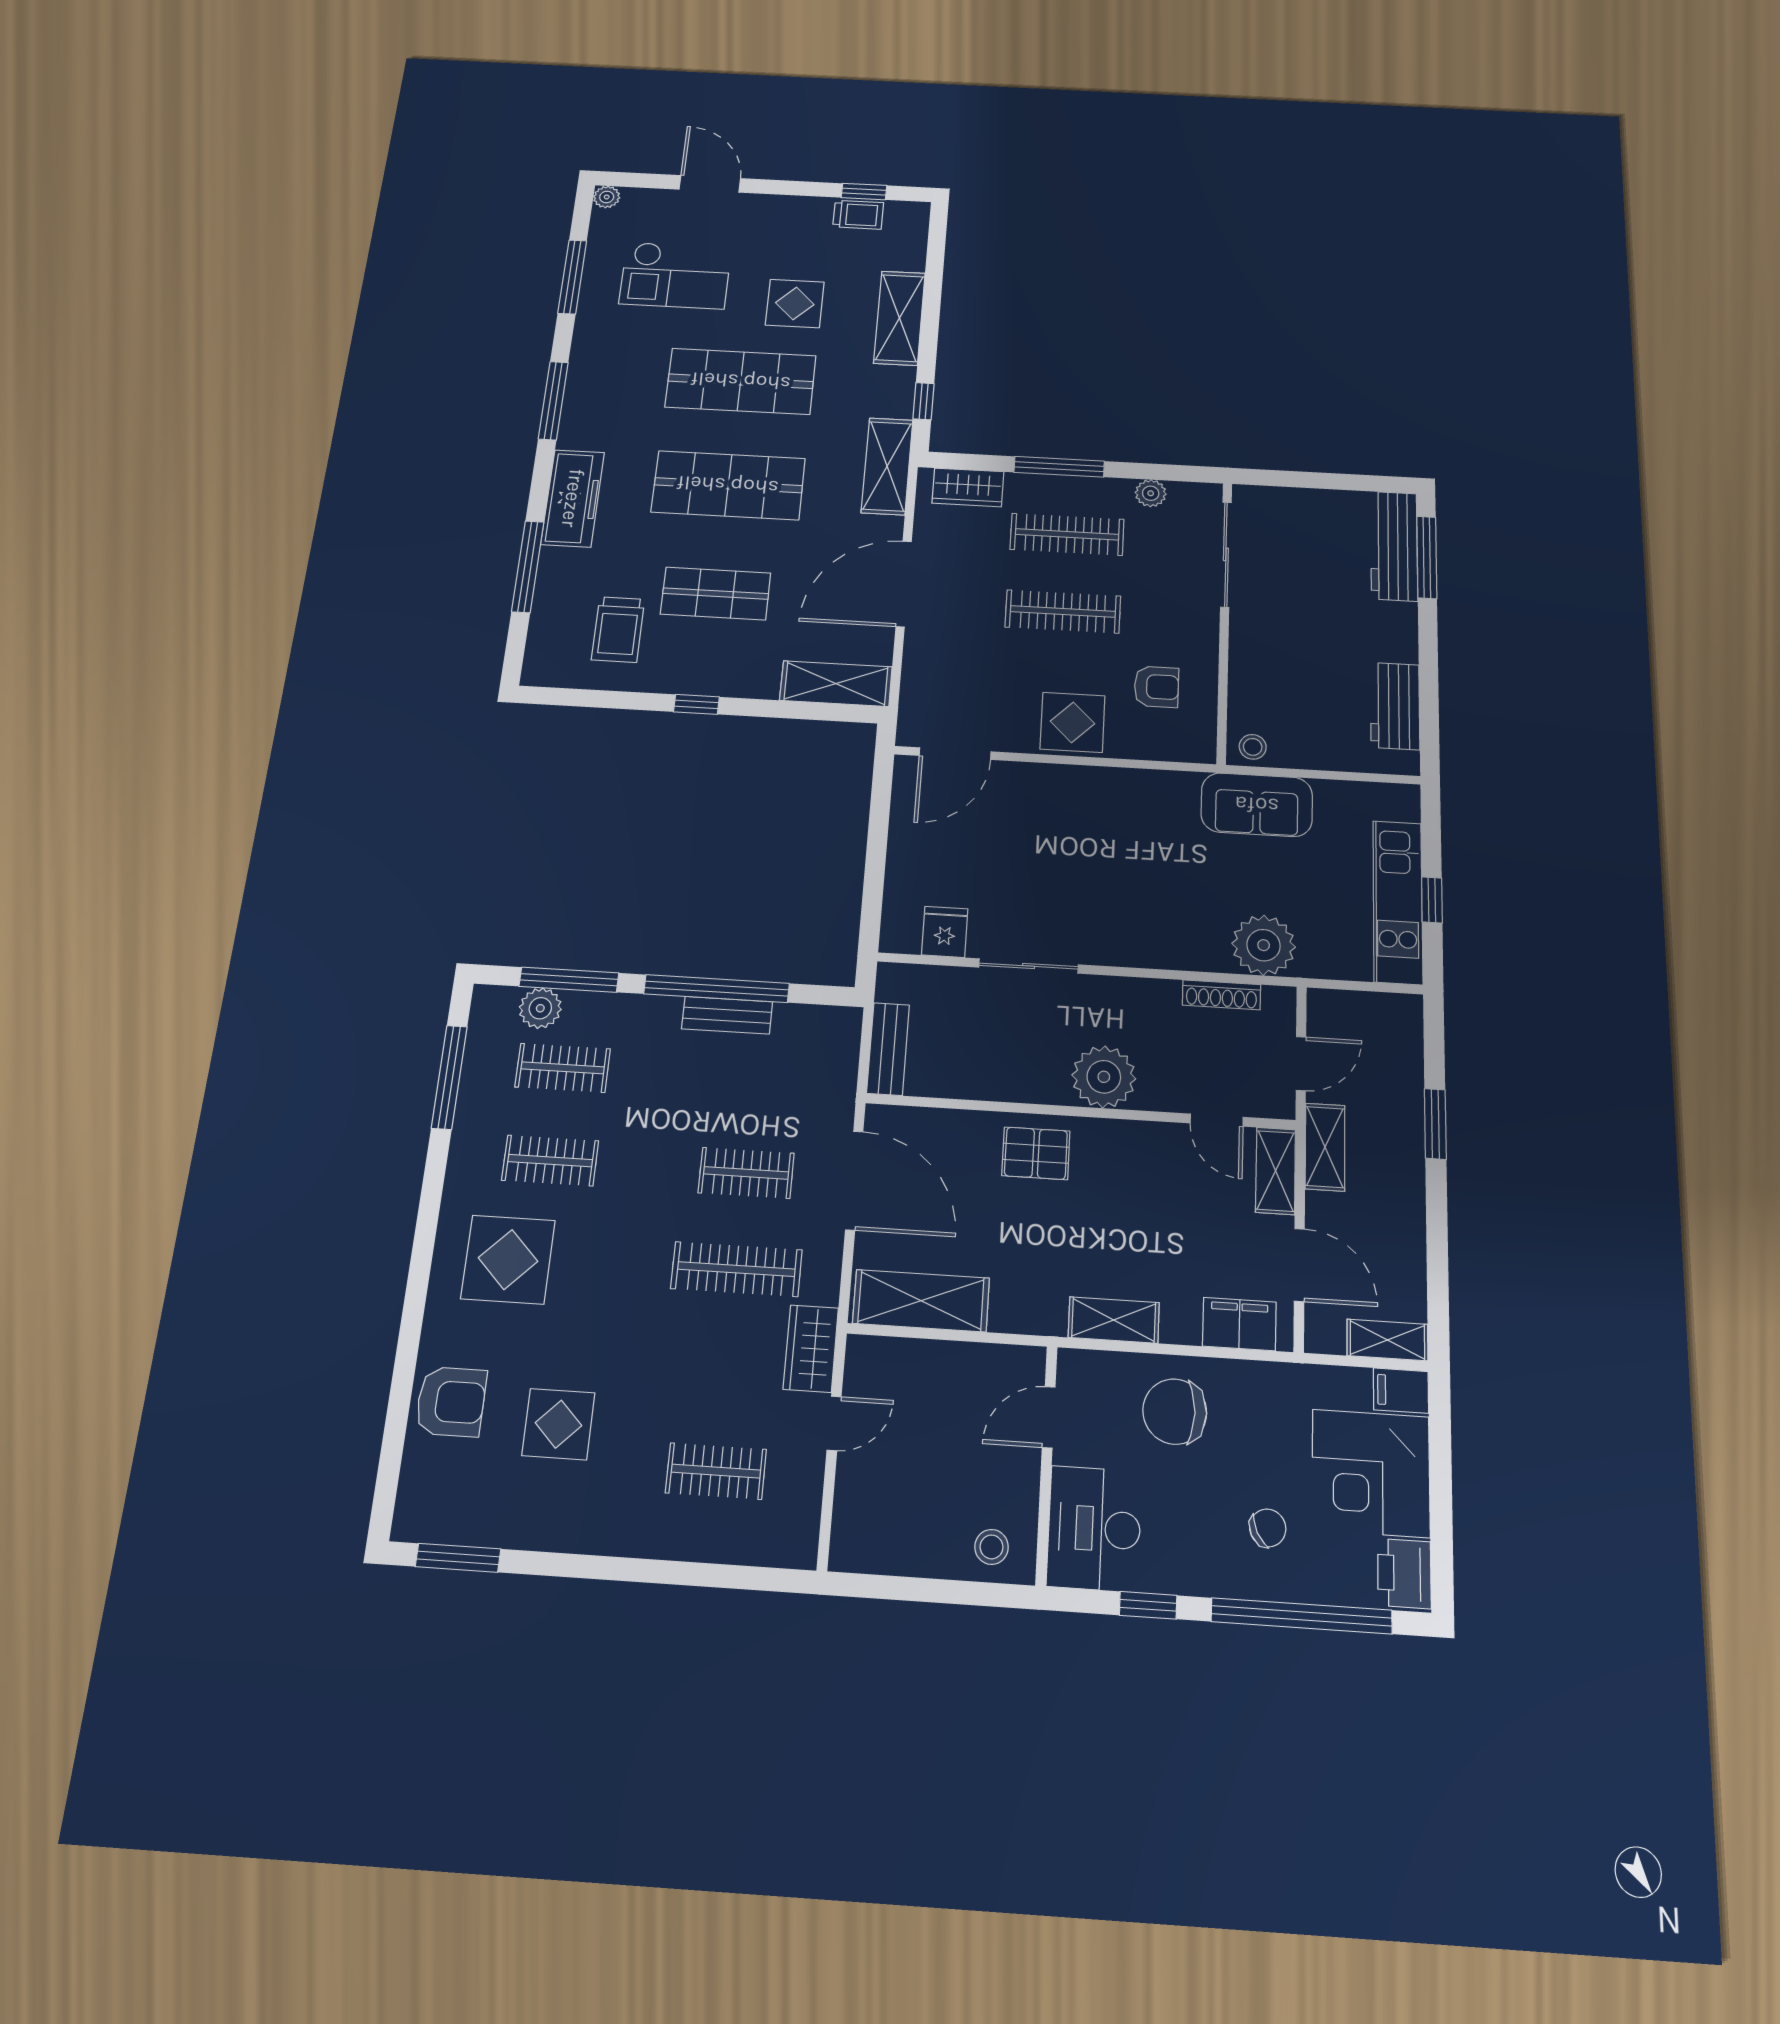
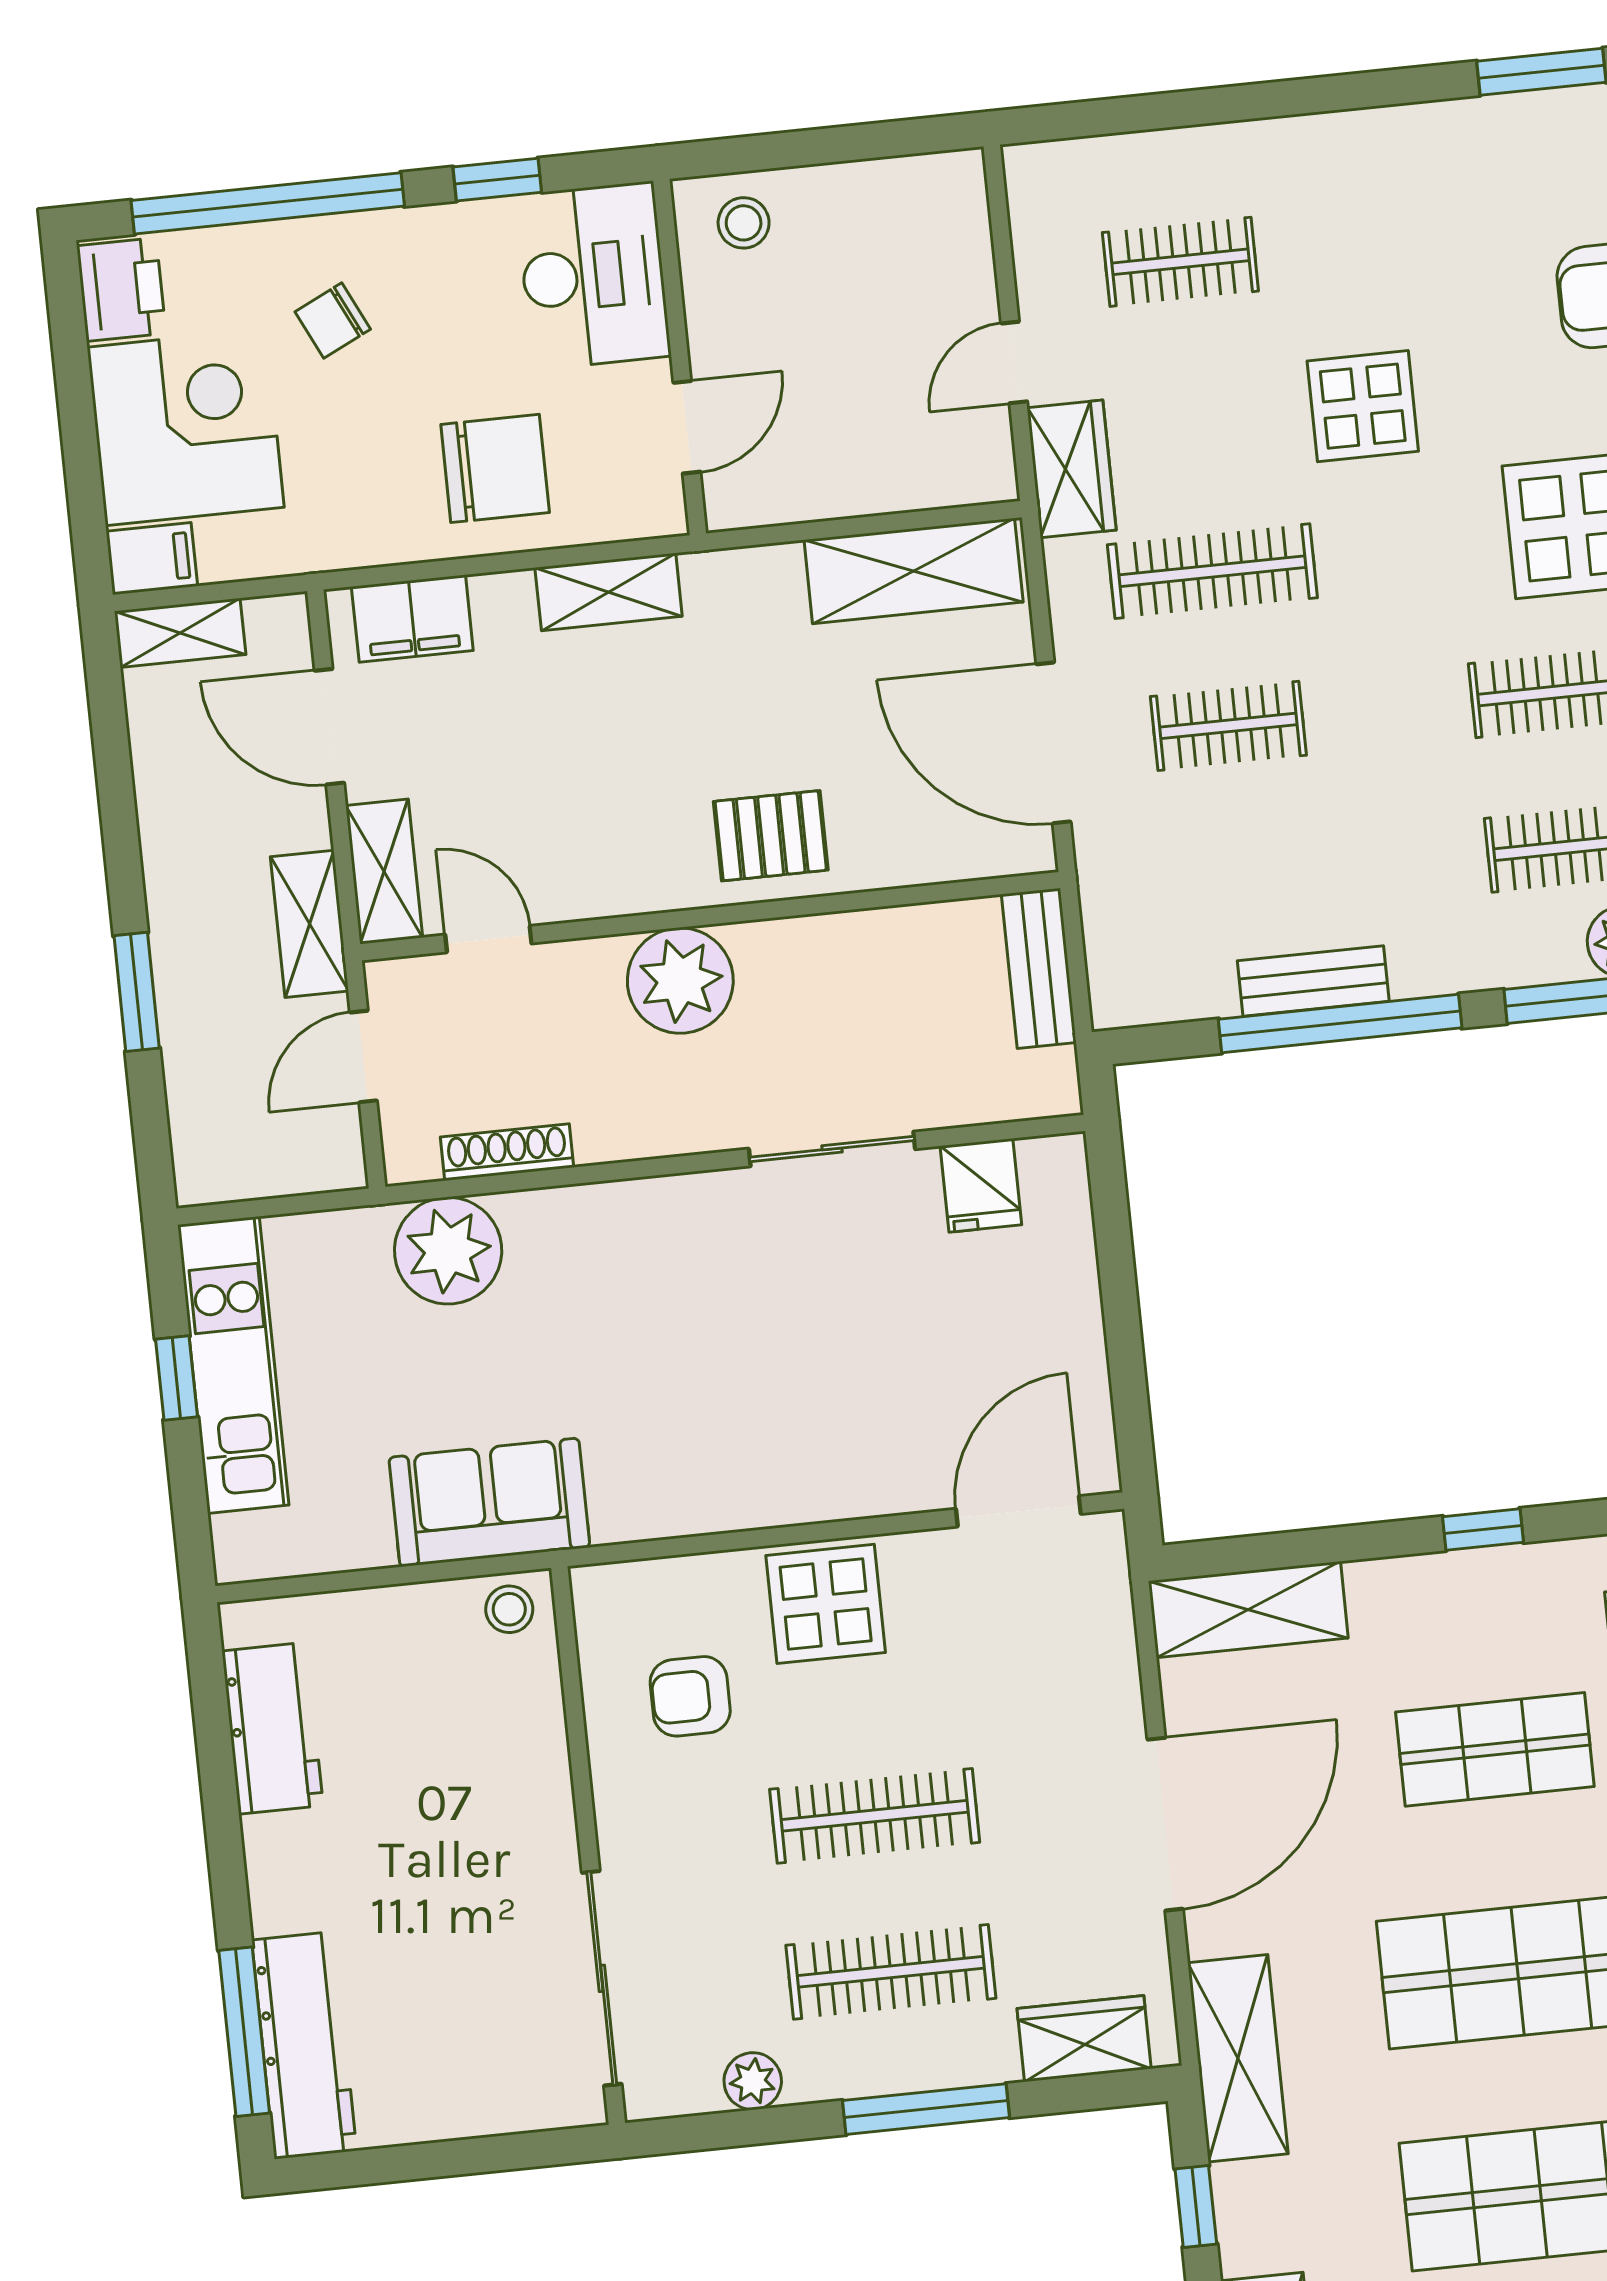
display table: (558, 1424) -> (1363, 406), moved

